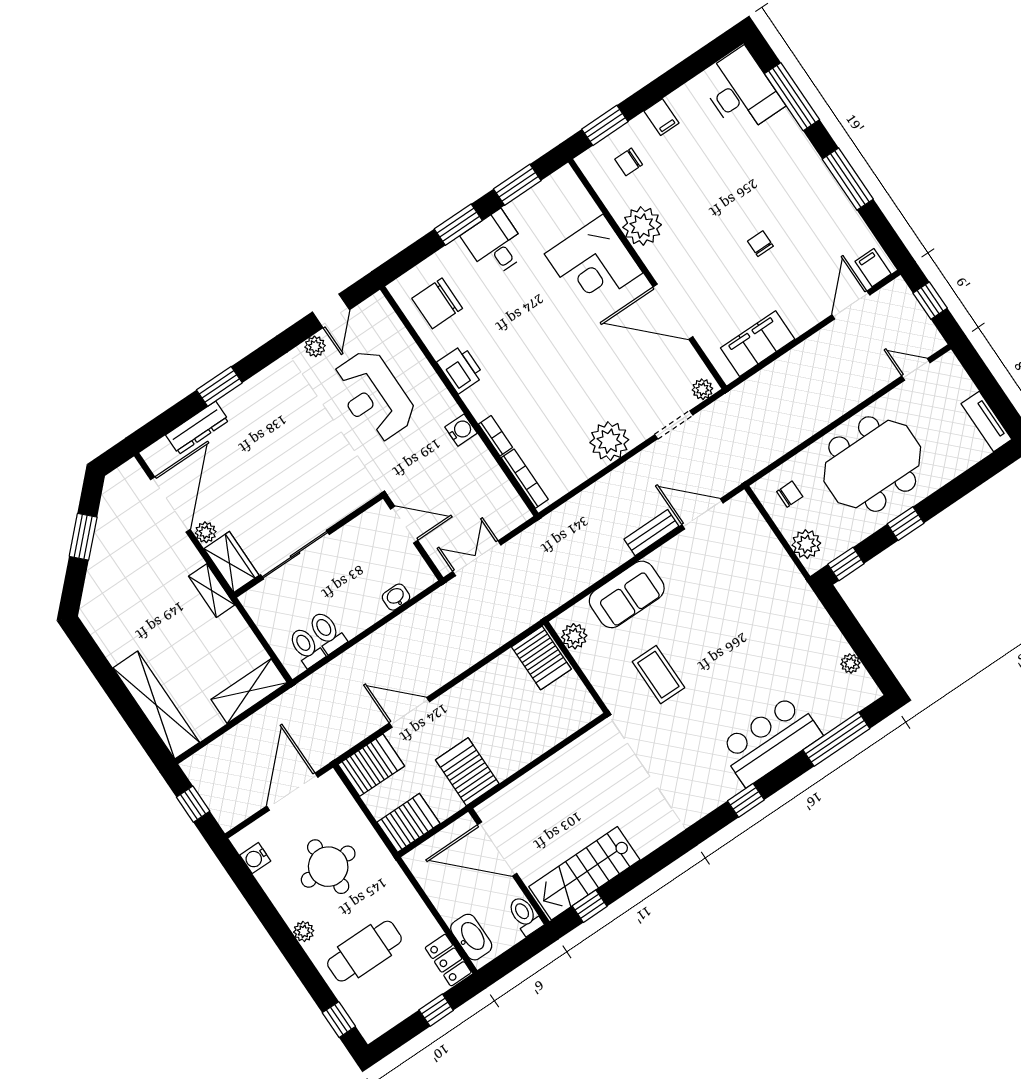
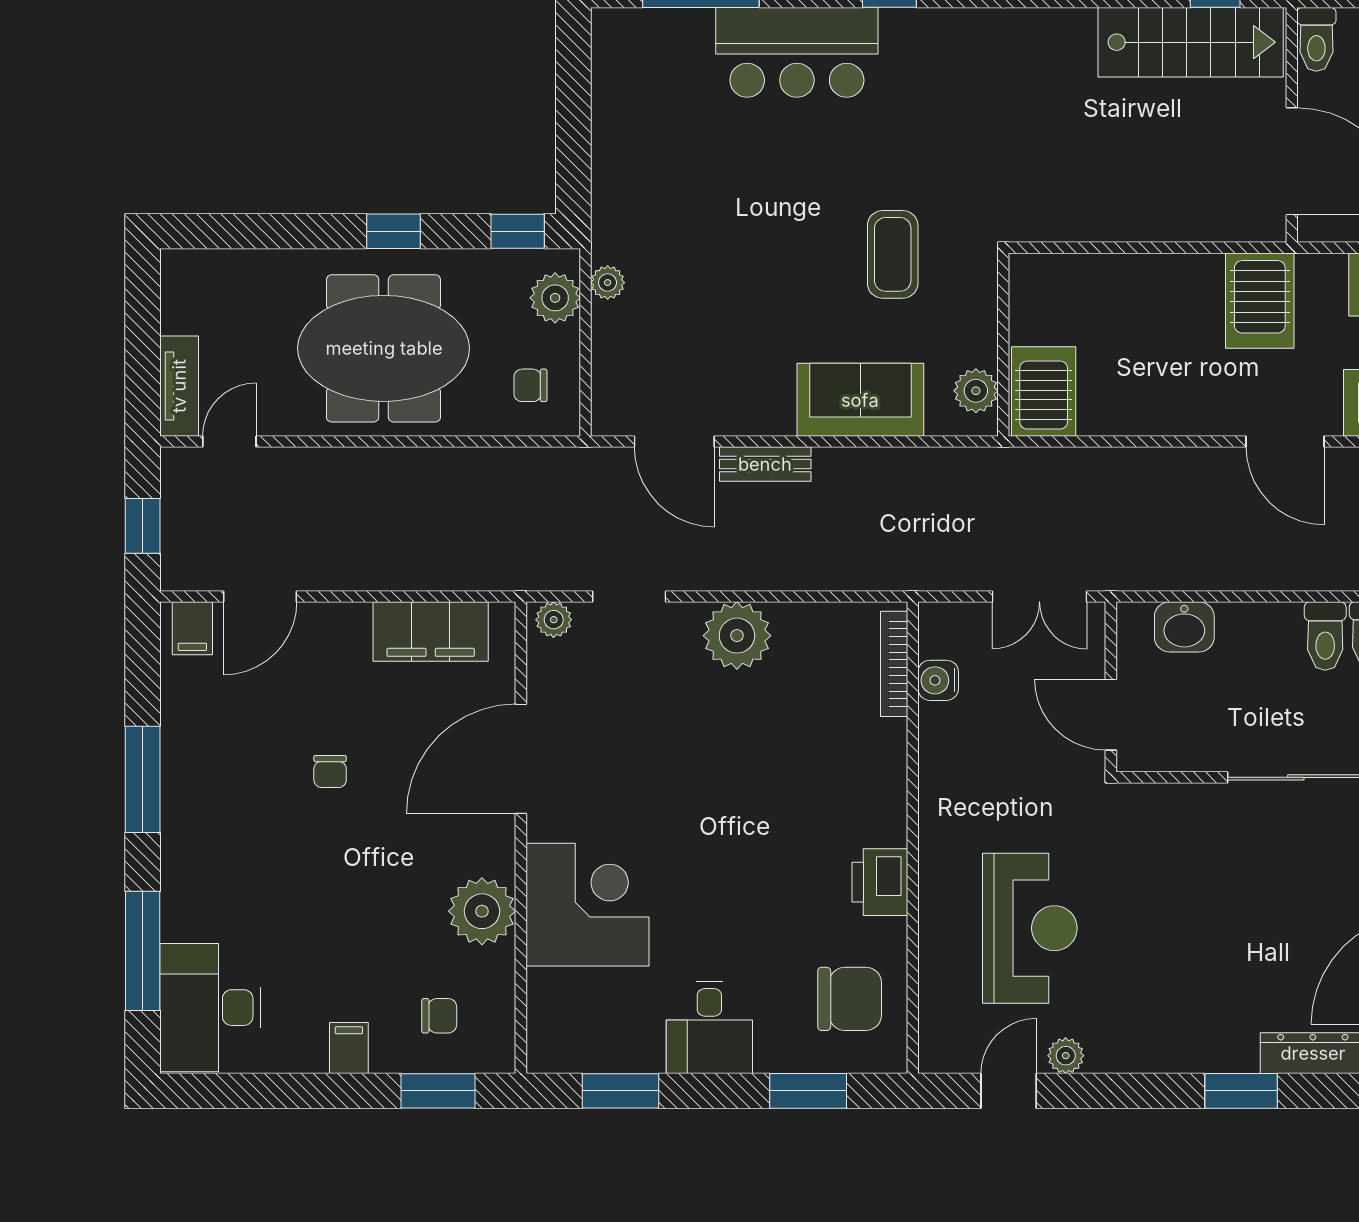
window: (458, 225) -> (808, 1091), moved
door: (673, 312) -> (521, 759), swing flipped
door: (916, 369) -> (229, 441), swing flipped
tv unit: (986, 421) -> (179, 386), moved
water cooler: (461, 430) -> (938, 680), moved
bookcase: (496, 436) -> (894, 753), removed
washbasin: (396, 597) -> (1184, 627), width x1.38, depth x1.45
plant: (850, 663) -> (608, 283), moved

